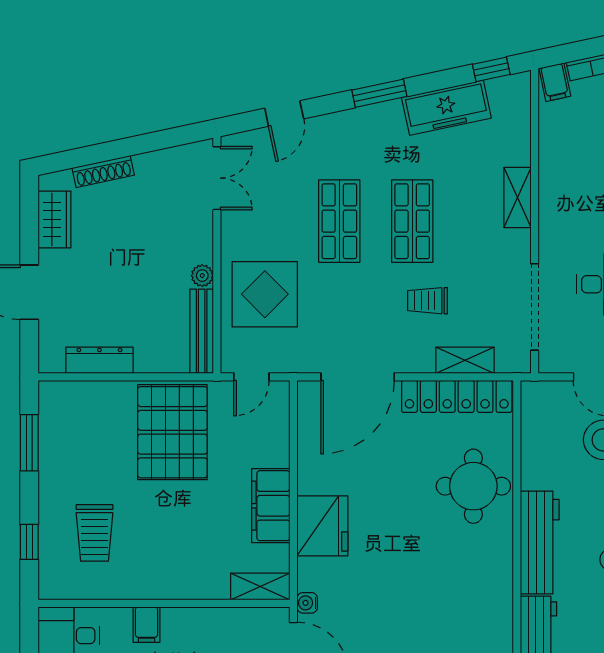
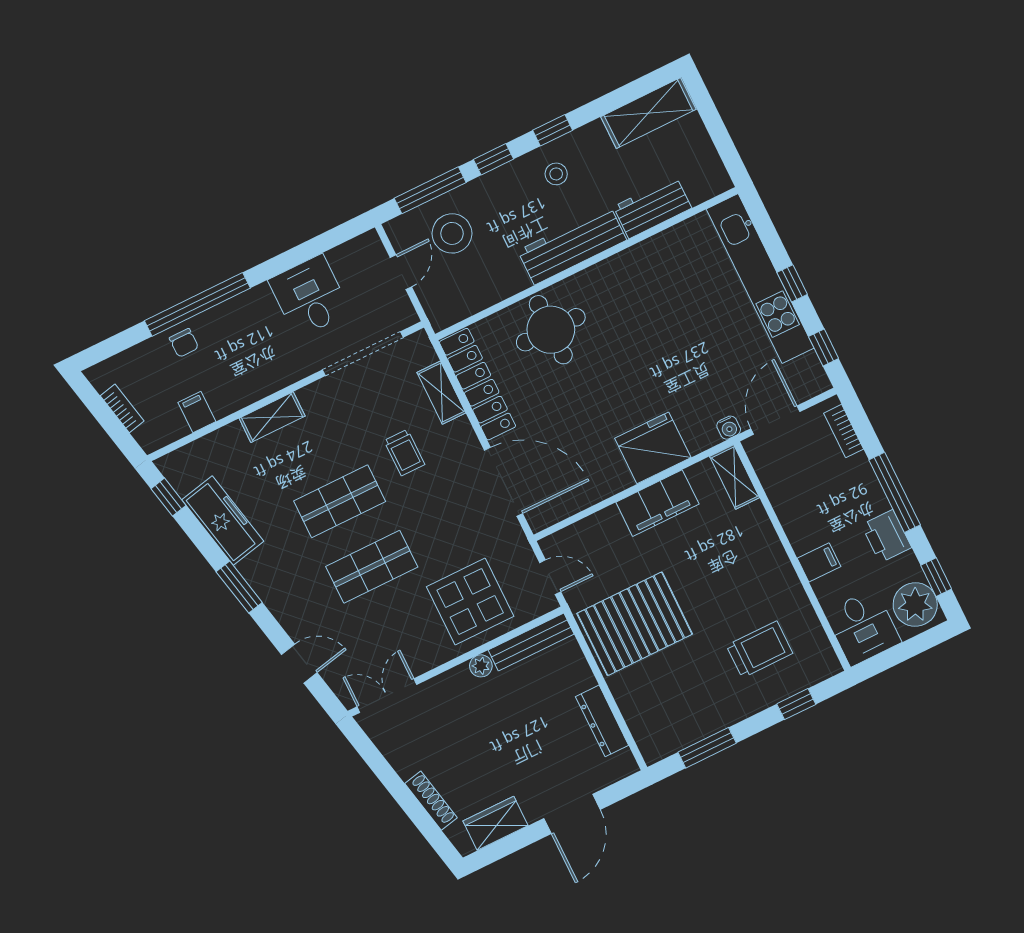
filing cabinet: (555, 82) -> (197, 412), moved, turned -78

